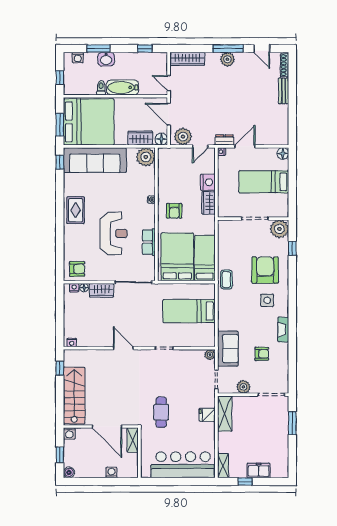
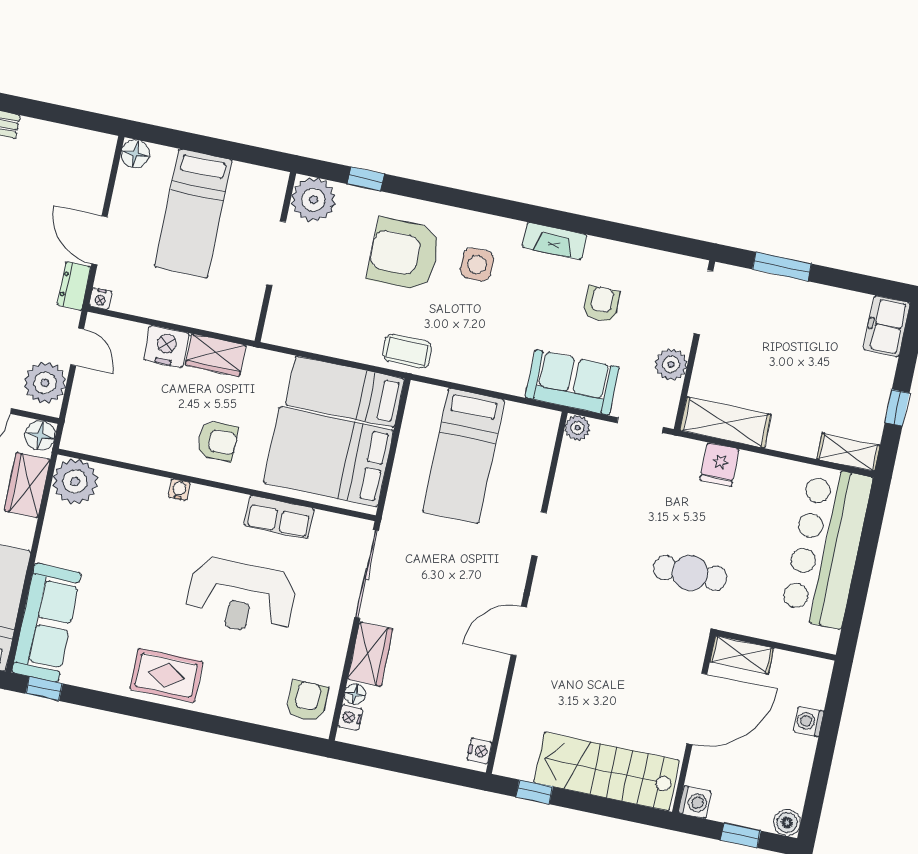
sofa: (95, 160) -> (46, 623), width x0.74, depth x0.79
reception desk: (114, 233) -> (241, 597), turned 180
freezer: (259, 470) -> (887, 326), moved

